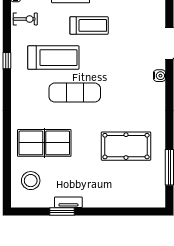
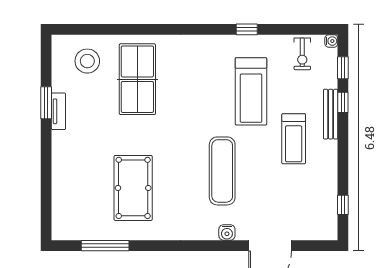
exercise mat: (75, 93) -> (222, 171), moved

